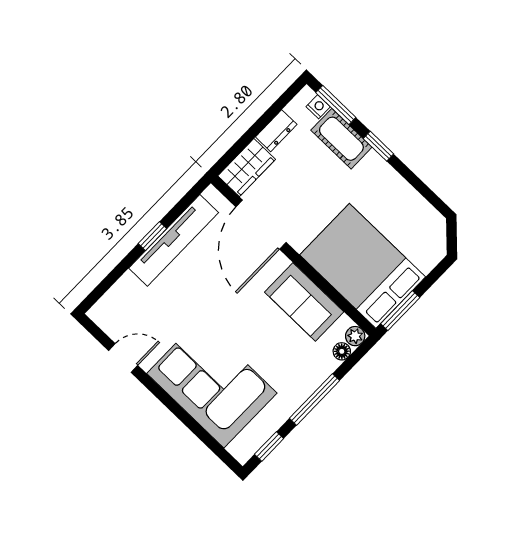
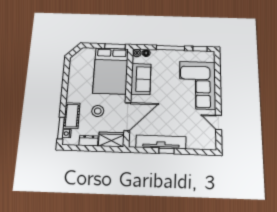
window: (378, 146) -> (64, 101), removed
stool: (312, 186) -> (98, 111), added

